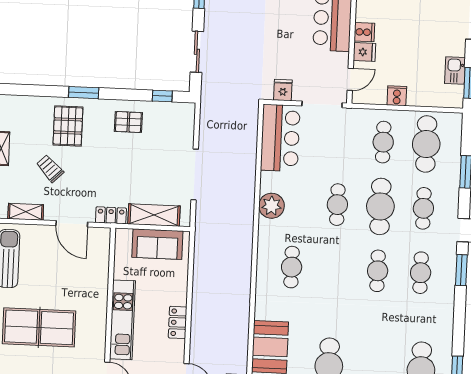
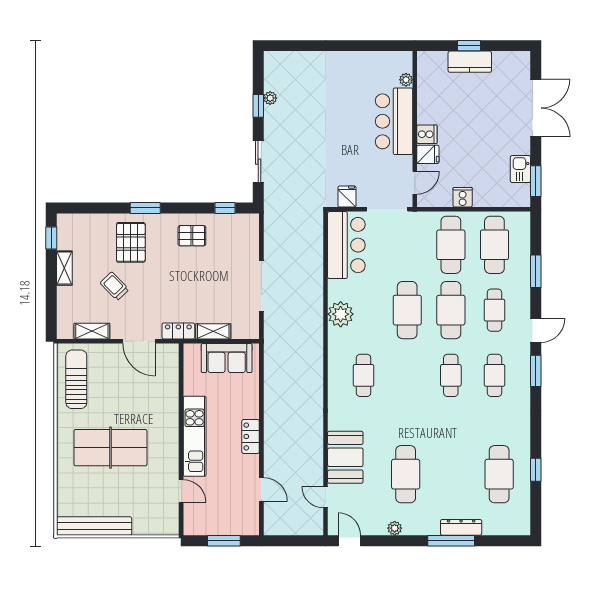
cafe table: (383, 142) -> (451, 245), width x1.37, depth x1.35
cafe table: (337, 205) -> (407, 310), width x1.37, depth x1.35
shelving: (154, 215) -> (213, 331), width x0.67, depth x0.75

